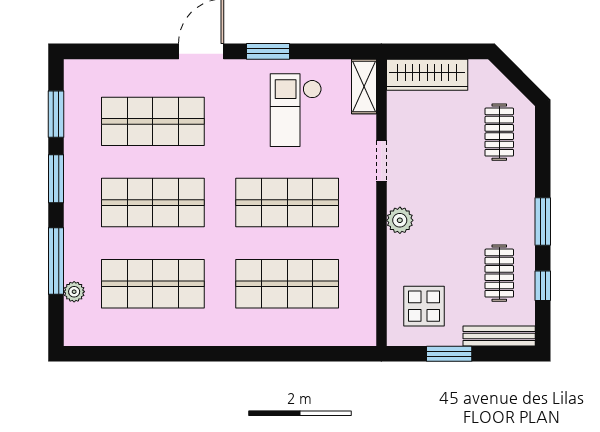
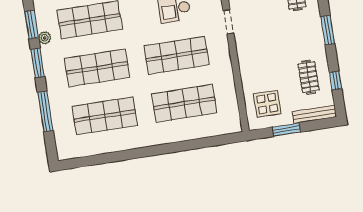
plant: (400, 220) -> (245, 55), removed
window: (543, 221) -> (328, 30), moved
plant: (74, 292) -> (45, 38), moved

